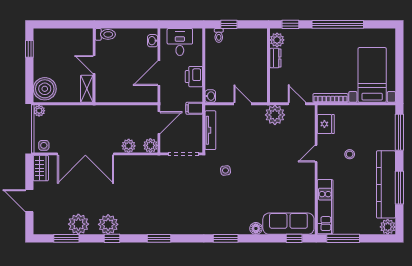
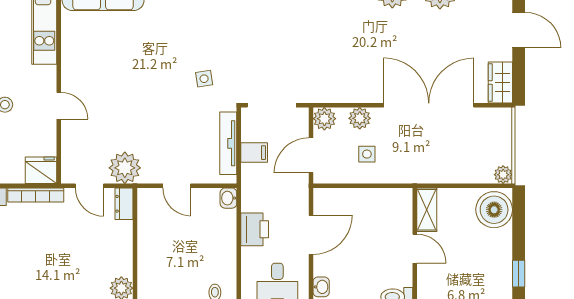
dresser: (275, 58) -> (124, 204), moved
filing cabinet: (194, 108) -> (254, 153), moved
fridge: (326, 124) -> (41, 170), moved, turned 90
side table: (44, 145) -> (367, 154), moved
door: (316, 154) -> (59, 106), hinge flipped

